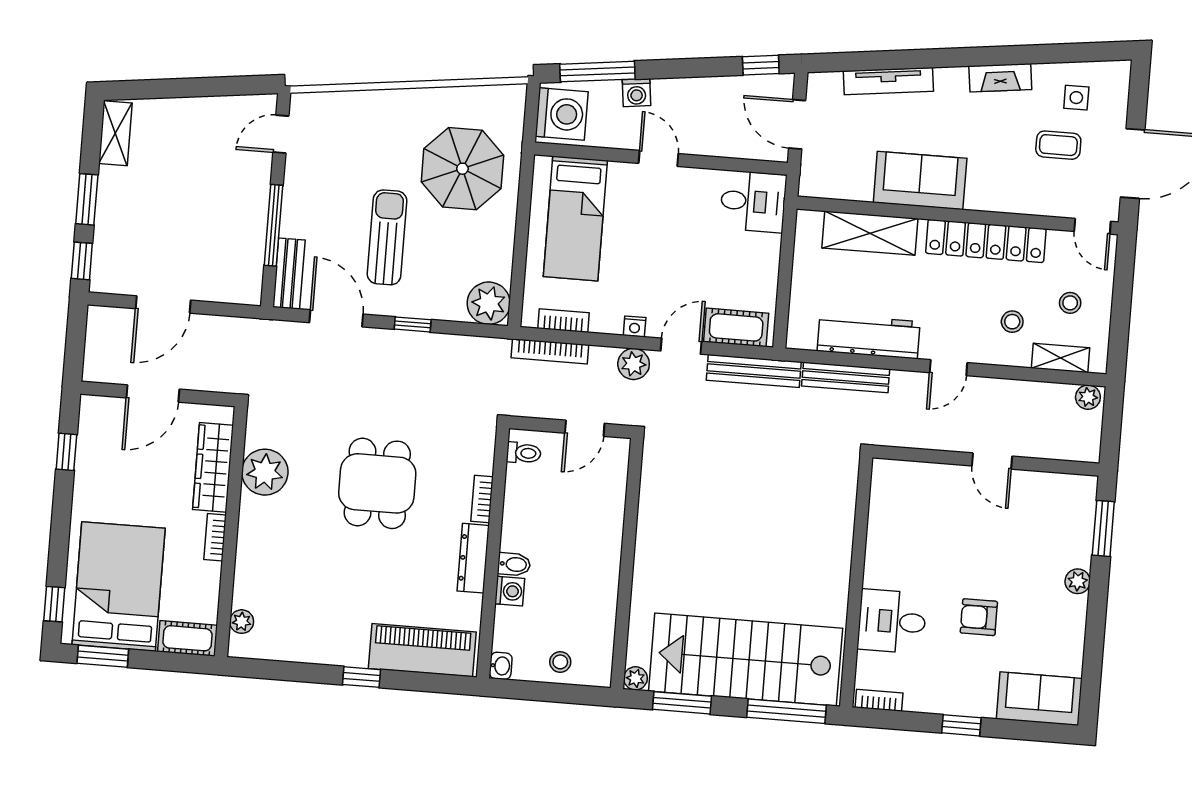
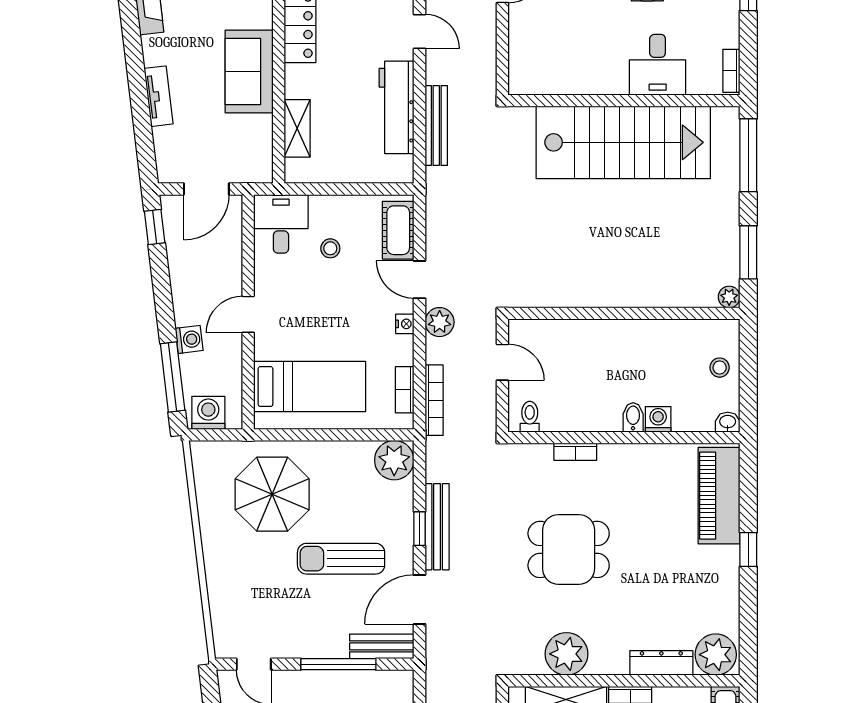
tv unit: (888, 81) -> (158, 96), width x0.71
washing machine: (562, 114) -> (208, 413), width x0.73, depth x0.73
shelving: (870, 233) -> (297, 128), width x0.67, depth x0.75
stool: (722, 253) -> (330, 248), added
bench: (754, 371) -> (437, 527), moved
dresser: (473, 558) -> (661, 663), moved, turned 180
plant: (242, 622) -> (716, 655), width x1.88, depth x1.88
stairs: (746, 660) -> (623, 142), moved, turned -90

